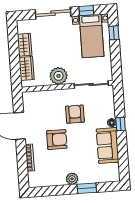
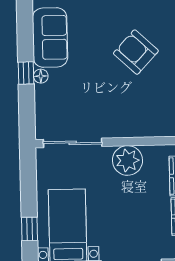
armchair: (75, 114) -> (103, 94), removed
armchair: (57, 140) -> (136, 52), turned 43

